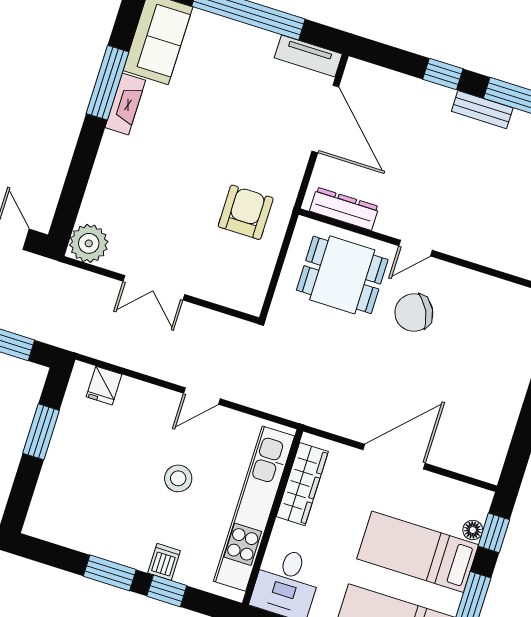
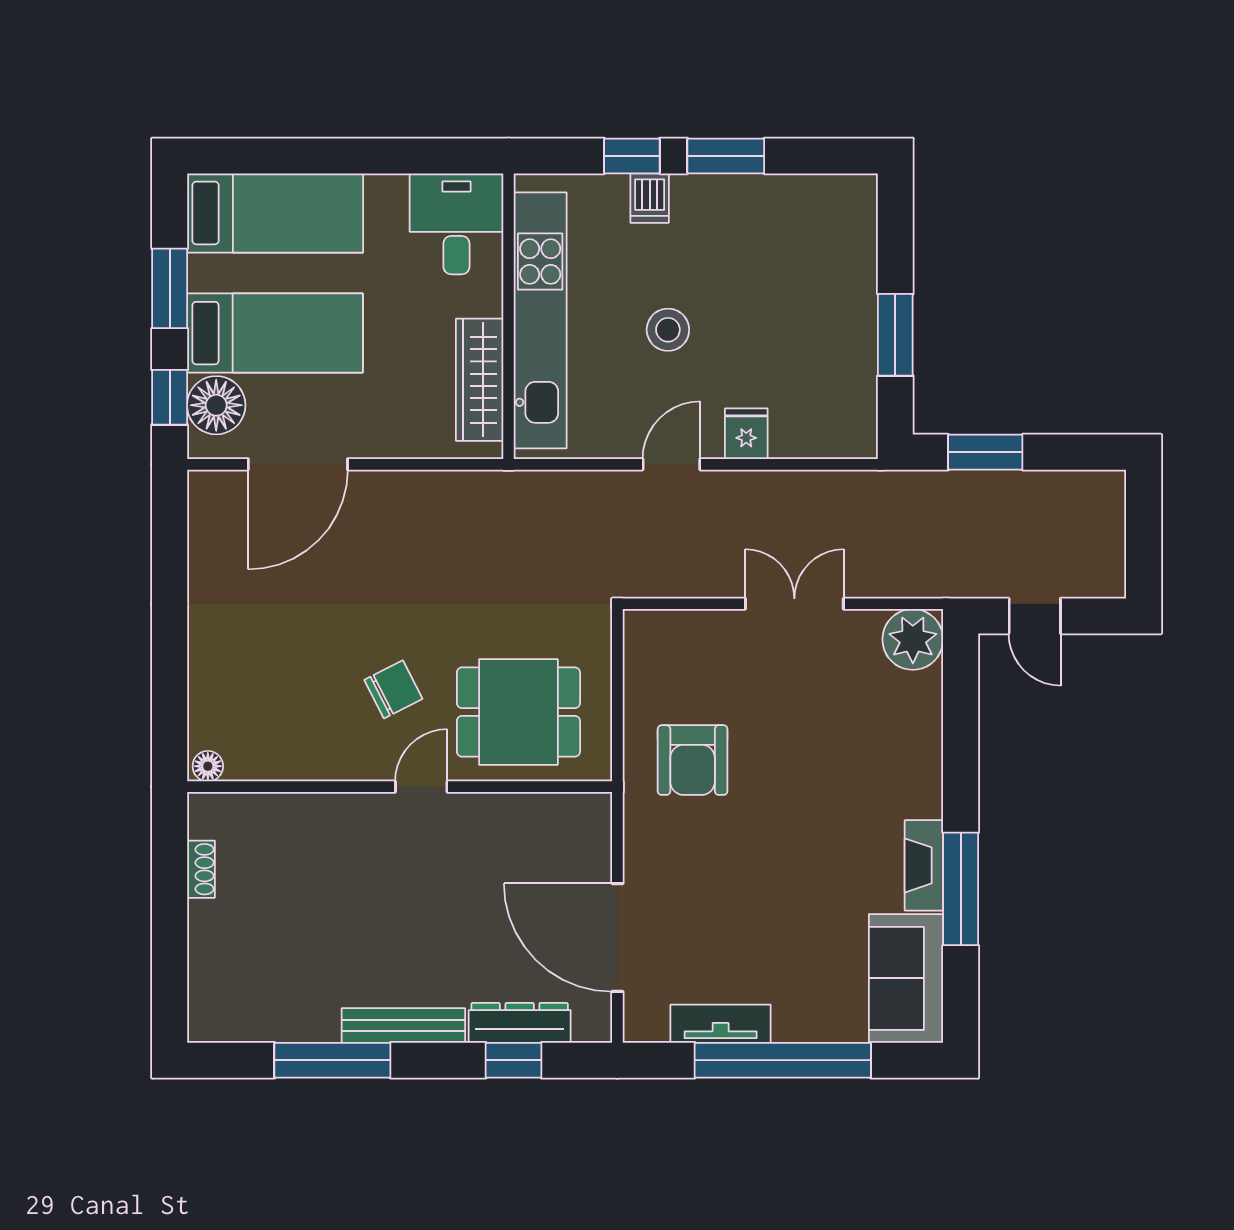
tv unit: (308, 56) -> (721, 1024), moved
window: (443, 74) -> (514, 1060), moved
bench: (482, 110) -> (403, 1026), width x1.36
dresser: (344, 209) -> (520, 1023), moved, turned 180
chair: (414, 313) -> (393, 689), width x0.73, depth x0.73
fridge: (104, 386) -> (746, 434), moved
door: (394, 457) -> (298, 464), moved
floor lamp: (473, 530) -> (216, 405), width x1.89, depth x1.89

